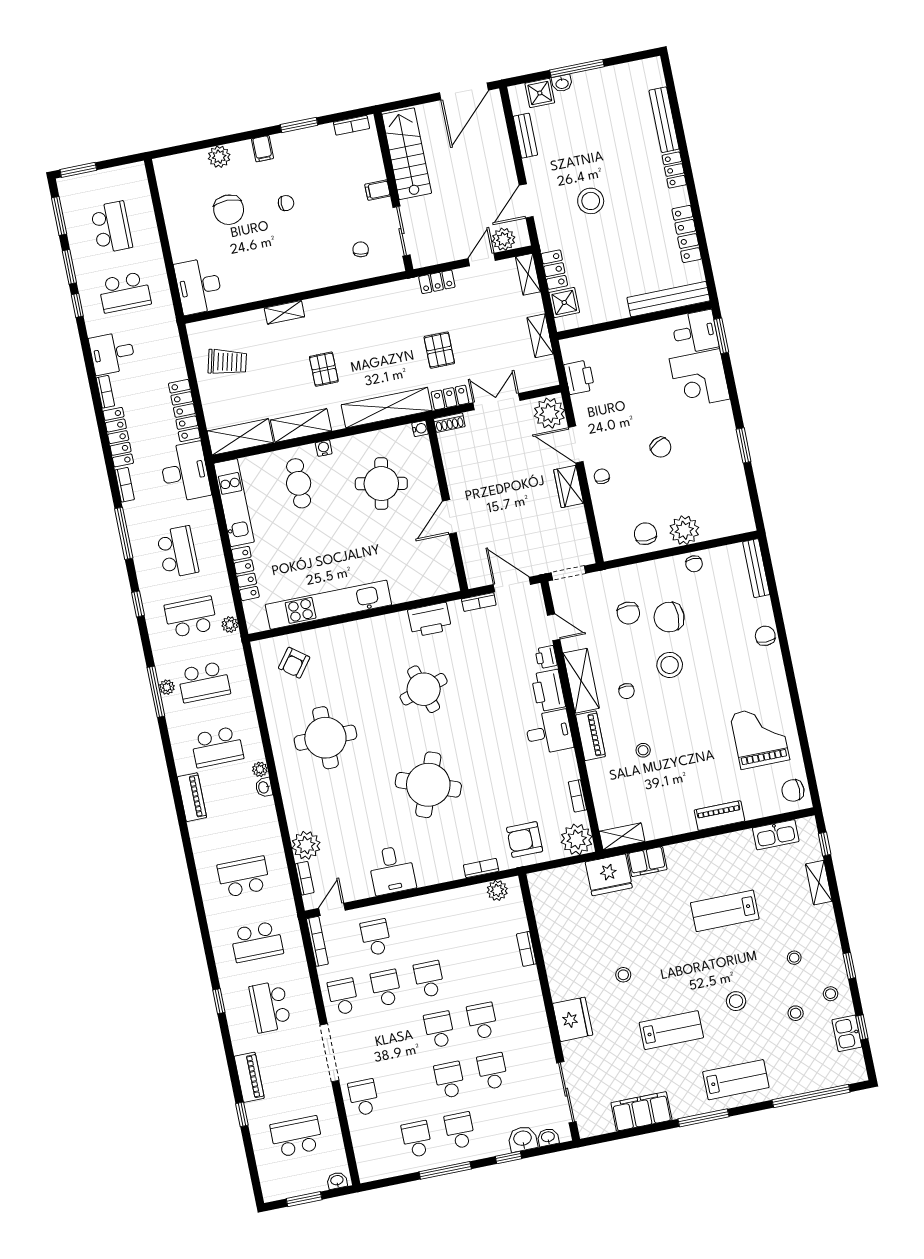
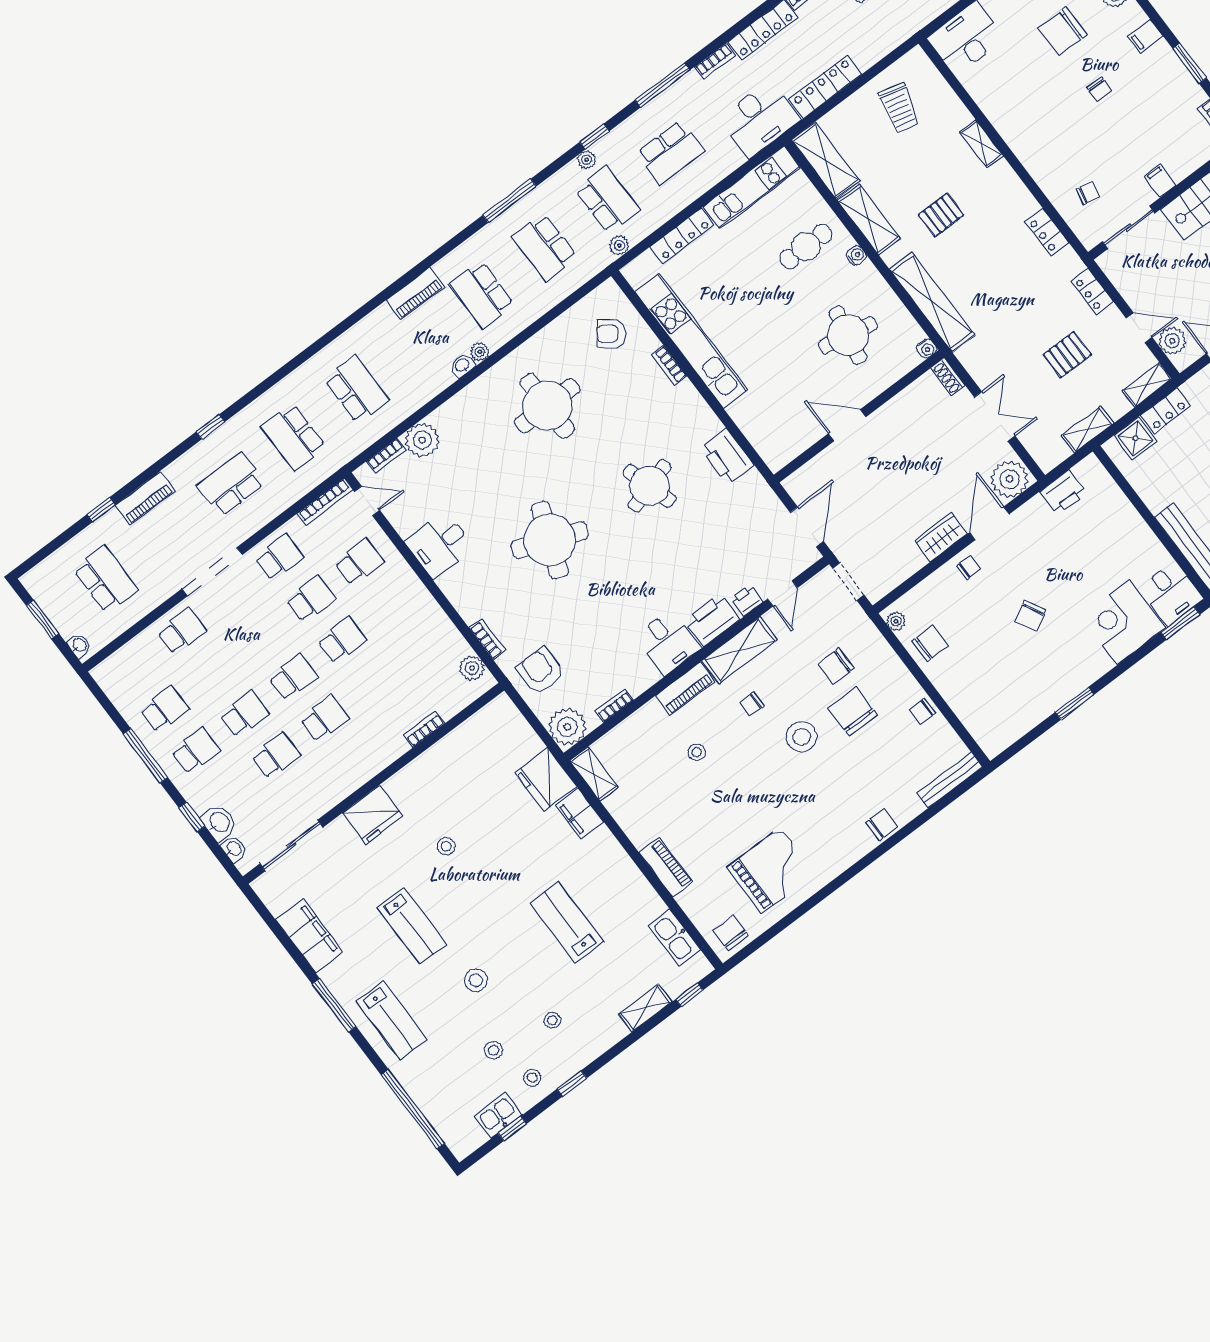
pallet: (439, 350) -> (1067, 355), moved
locker: (450, 397) -> (1047, 232), moved, turned 180
plant: (684, 530) -> (896, 621), moved, width x0.53, depth x0.53
bookcase: (479, 602) -> (669, 365), moved
plant: (167, 687) -> (587, 160), moved

